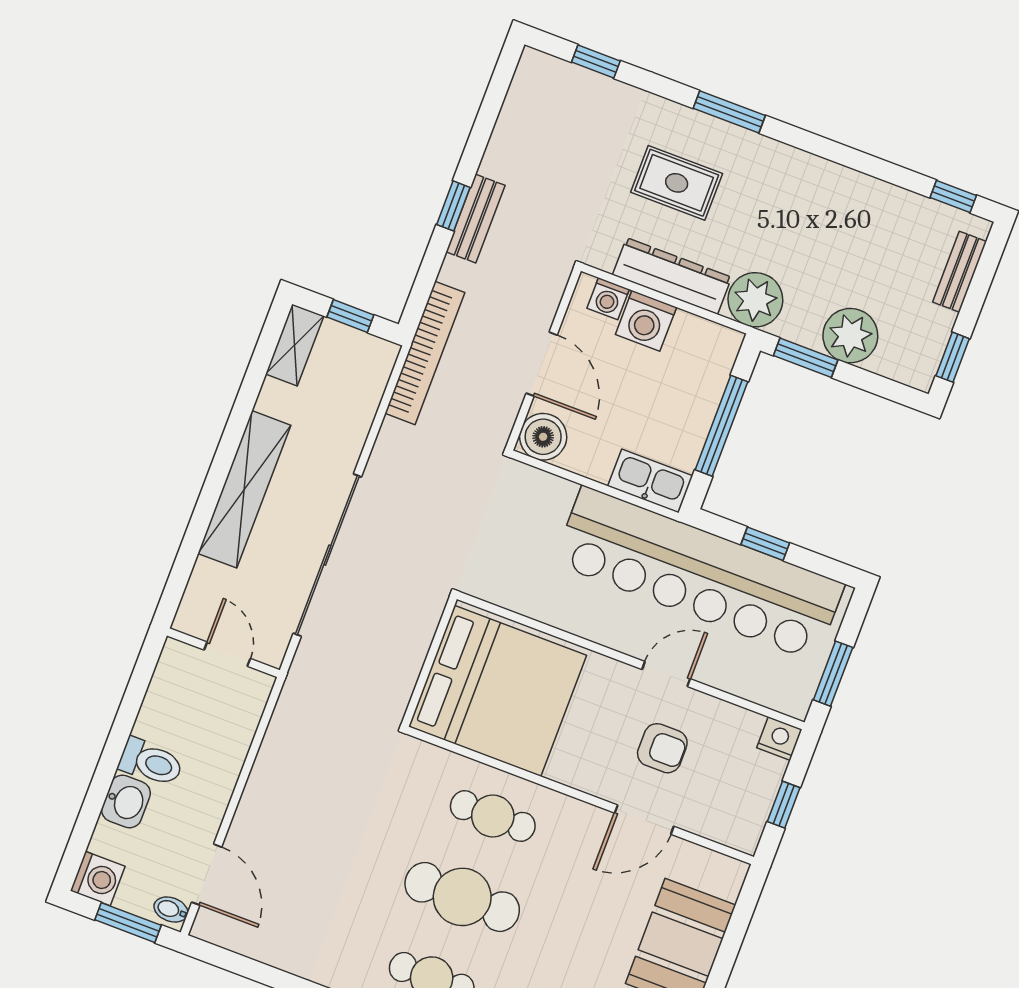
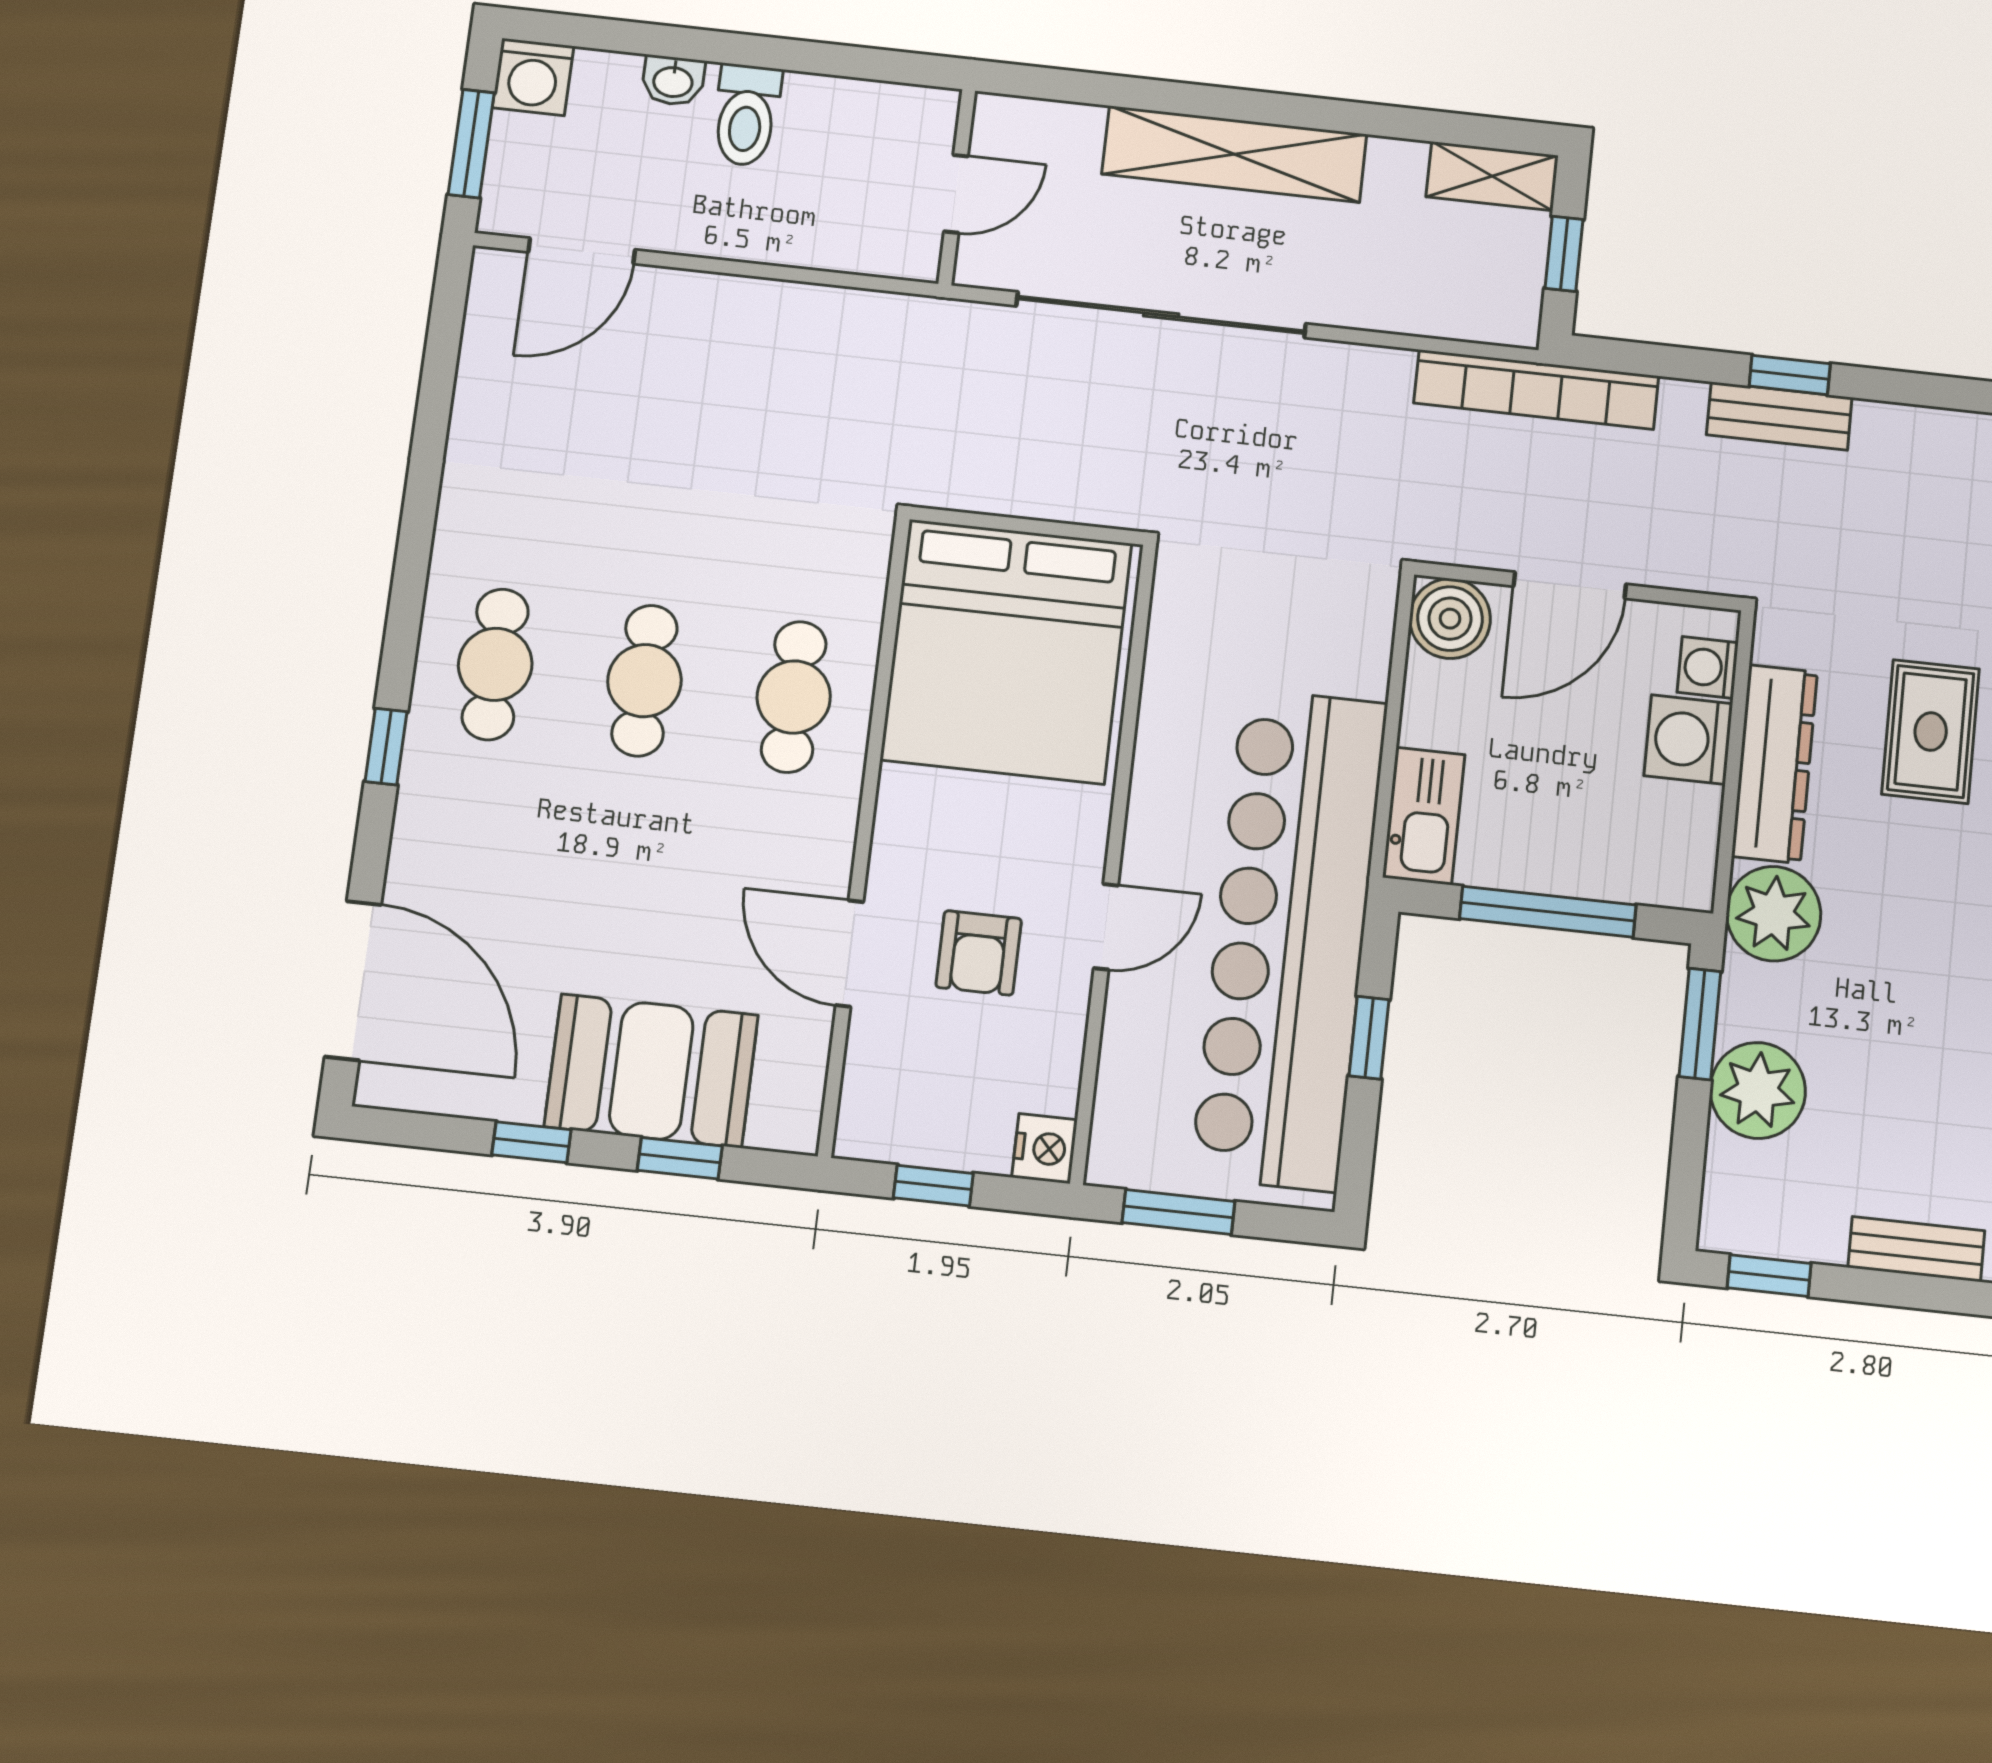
door: (666, 674) -> (1106, 927), hinge flipped
washbasin: (126, 802) -> (673, 81), width x0.72, depth x0.69
cafe table: (462, 897) -> (644, 681), width x0.73, depth x0.74
bidet: (171, 910) -> (509, 207), removed
window: (732, 940) -> (680, 1158), added

